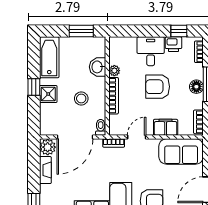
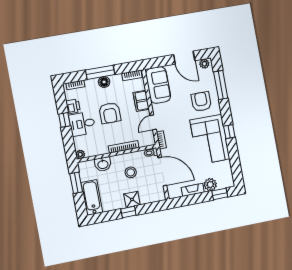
window: (179, 31) -> (64, 120), moved
bathtub: (49, 57) -> (92, 197), moved, turned 90
plant: (114, 71) -> (80, 154), moved
door: (137, 137) -> (153, 122), hinge flipped
plant: (48, 147) -> (210, 185), moved

